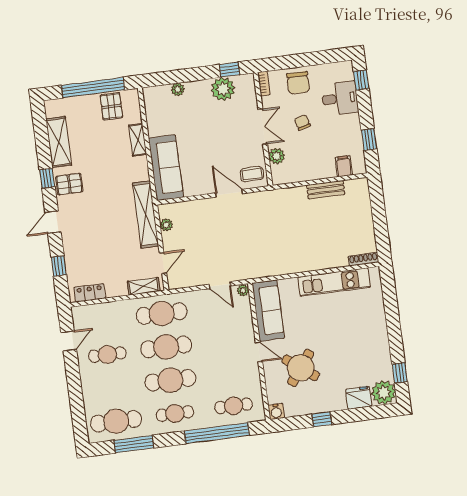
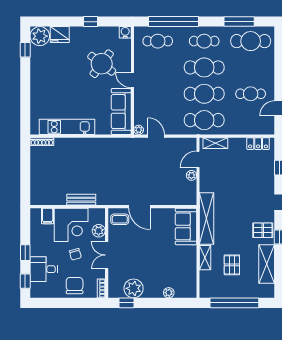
pallet: (111, 106) -> (232, 265), moved
window: (369, 140) -> (25, 253), moved
corner desk: (312, 159) -> (71, 225), added
sofa: (166, 168) -> (186, 226), width x0.73
bench: (326, 190) -> (81, 200), moved
shelving: (146, 215) -> (207, 218), moved
plant: (166, 225) -> (191, 175), moved

